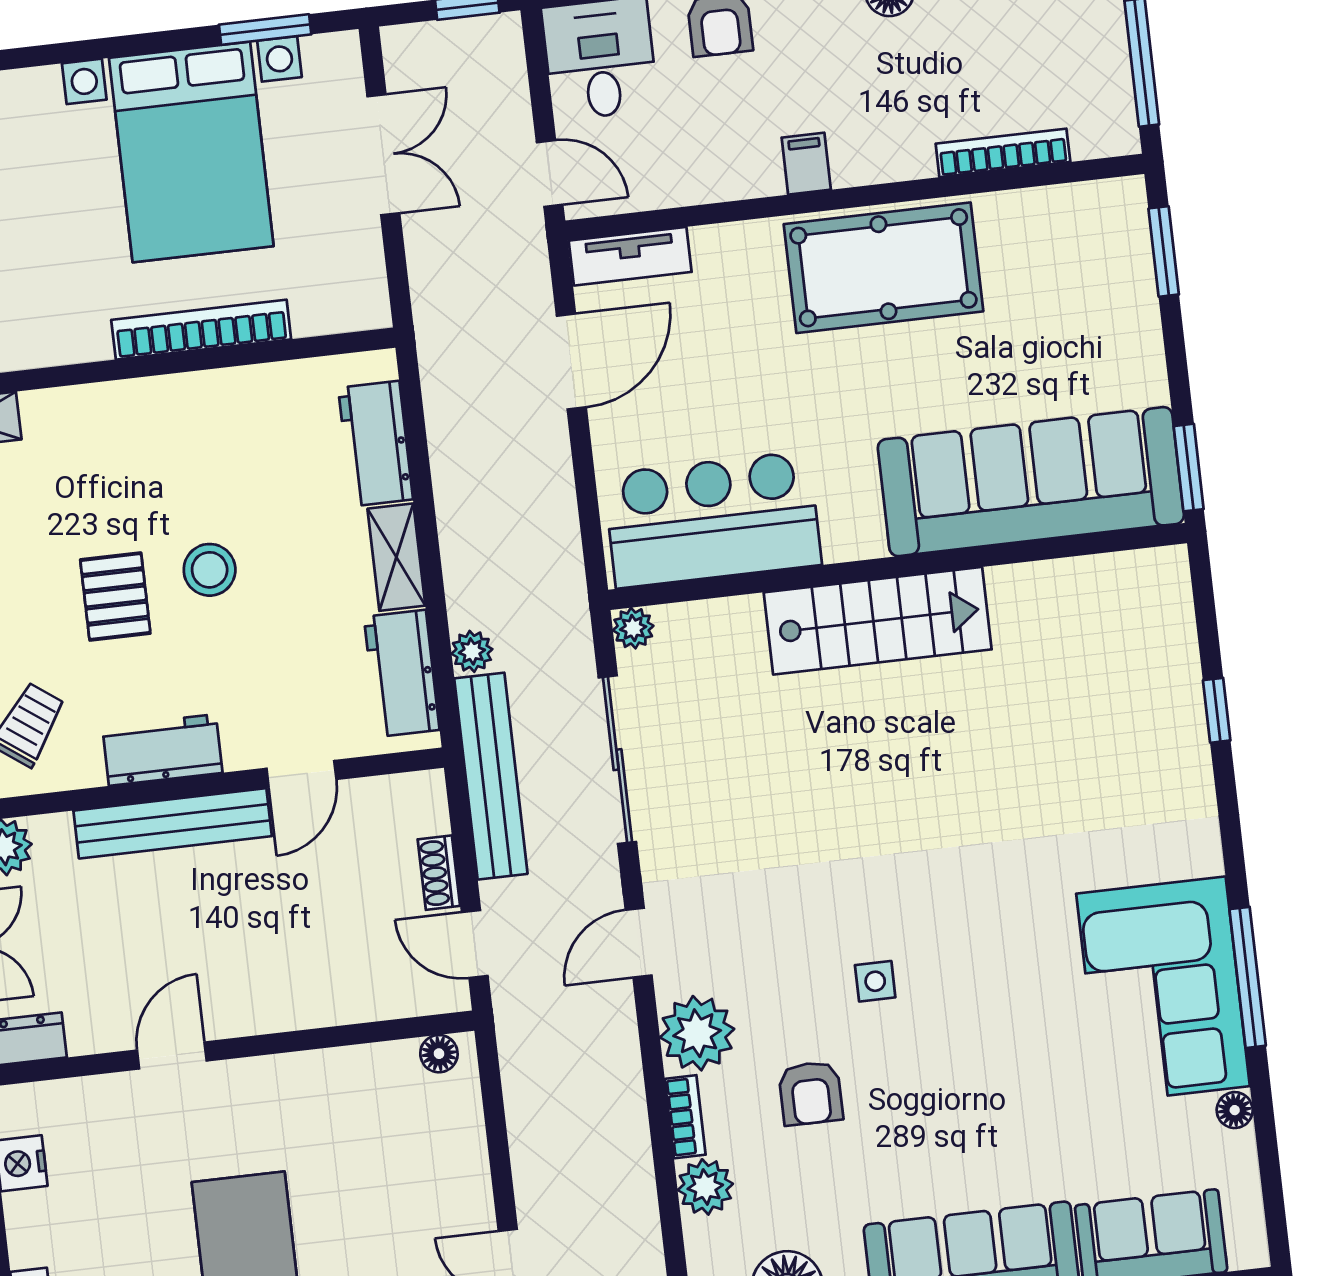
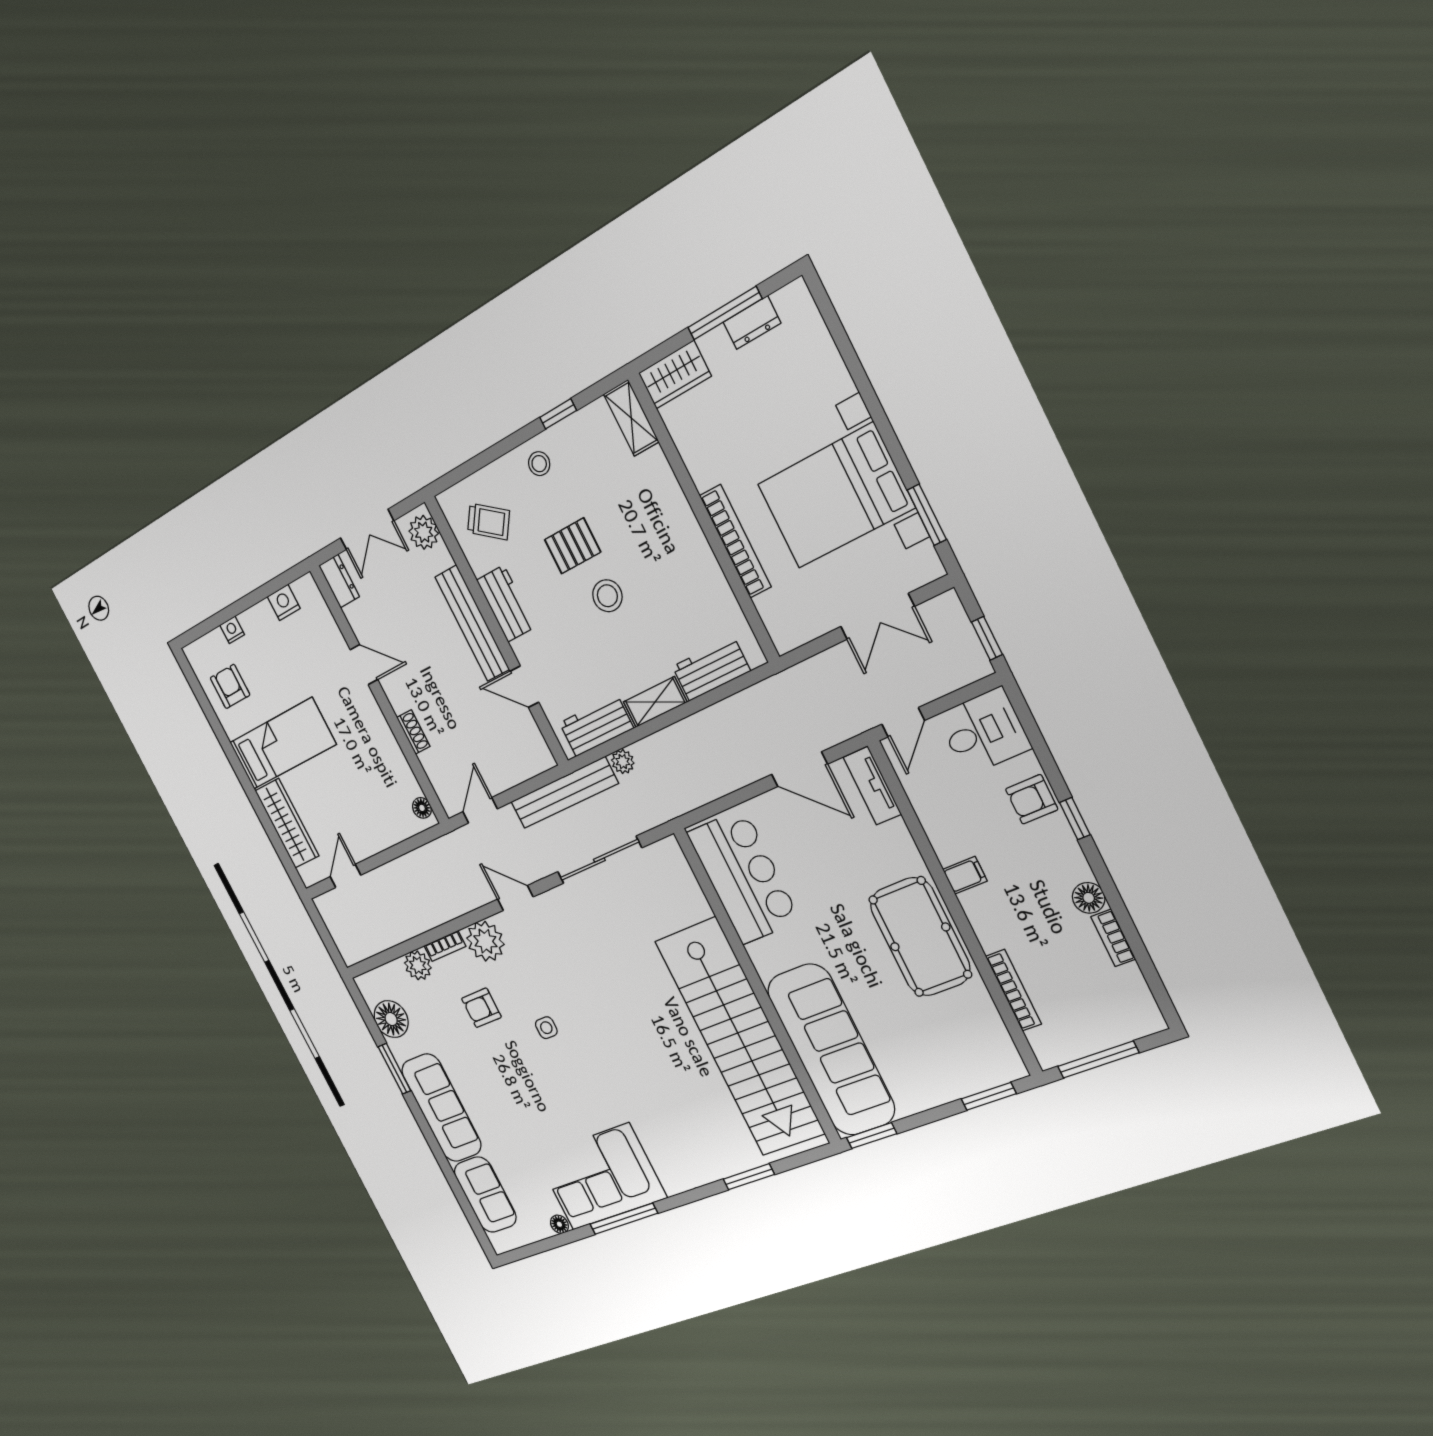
stairs: (878, 621) -> (740, 1037), width x1.86, depth x1.51
plant: (633, 628) -> (669, 849), removed
window: (1217, 710) -> (749, 1177), width x1.50
shoe rack: (439, 873) -> (413, 732), moved, turned 90

